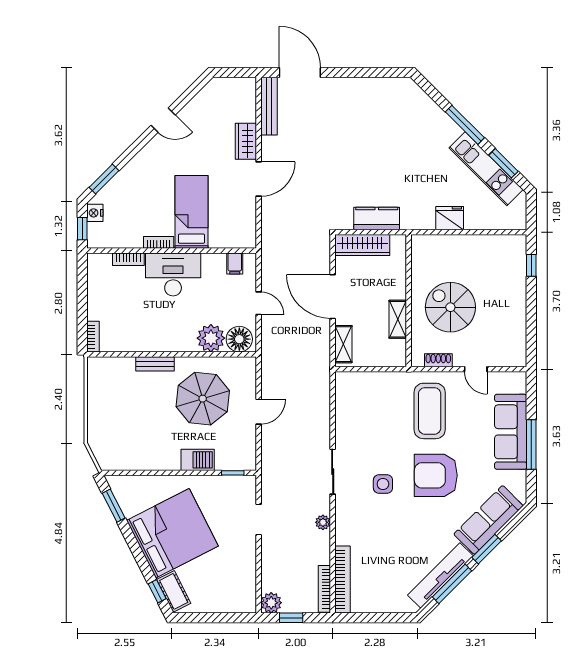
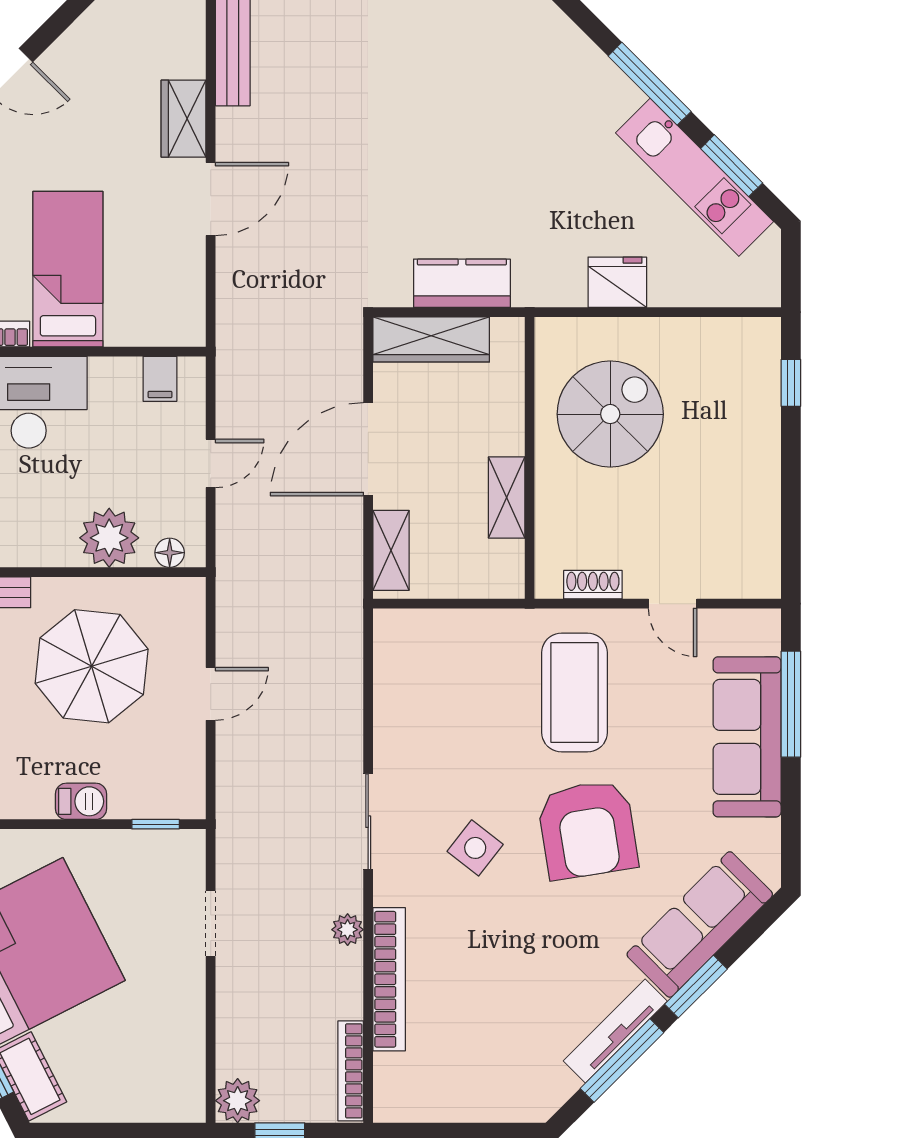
door: (333, 297) -> (368, 449), hinge flipped
door: (259, 303) -> (211, 463), hinge flipped
spiral stairs: (450, 307) -> (610, 414), moved, turned 90
floor lamp: (239, 339) -> (170, 553), width x0.53, depth x0.53
window: (531, 444) -> (791, 704), moved
barbecue: (198, 460) -> (81, 801), width x0.73, depth x0.79
armchair: (436, 475) -> (588, 830), turned -99
side table: (383, 484) -> (475, 848), turned 38
tv unit: (440, 576) -> (615, 1031), width x0.73, depth x0.78
bookcase: (343, 579) -> (389, 979), moved

